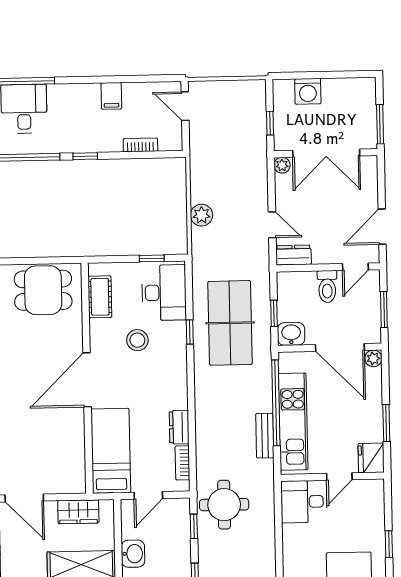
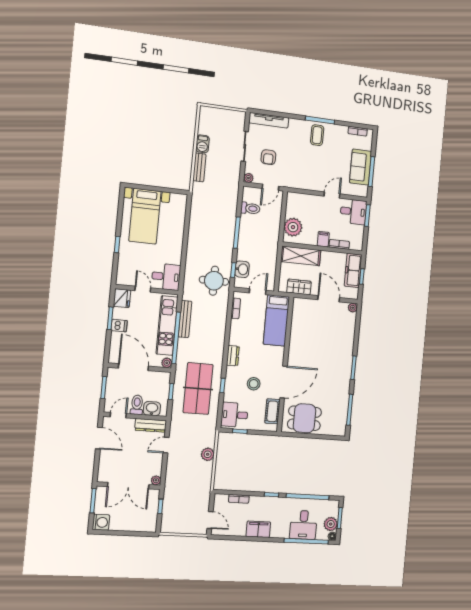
washing machine: (308, 91) -> (101, 522), moved, turned 90
filing cabinet: (111, 96) -> (258, 529), width x2.00
double door: (326, 153) -> (128, 486), swing flipped
door: (272, 225) -> (166, 445), hinge flipped
door: (382, 227) -> (99, 438), hinge flipped
dresser: (294, 255) -> (151, 425), width x1.44
desk: (164, 293) -> (235, 415), width x0.73
washbasin: (291, 334) -> (152, 409), moved, turned 180
plant: (373, 358) -> (167, 363), moved
door: (87, 380) -> (284, 382), moved
dishwasher: (371, 413) -> (119, 326), added
dresser: (179, 427) -> (233, 356), moved
bench: (265, 436) -> (185, 319), width x1.36
door: (339, 477) -> (143, 289), hinge flipped
washbasin: (133, 554) -> (242, 269), moved, turned 180

